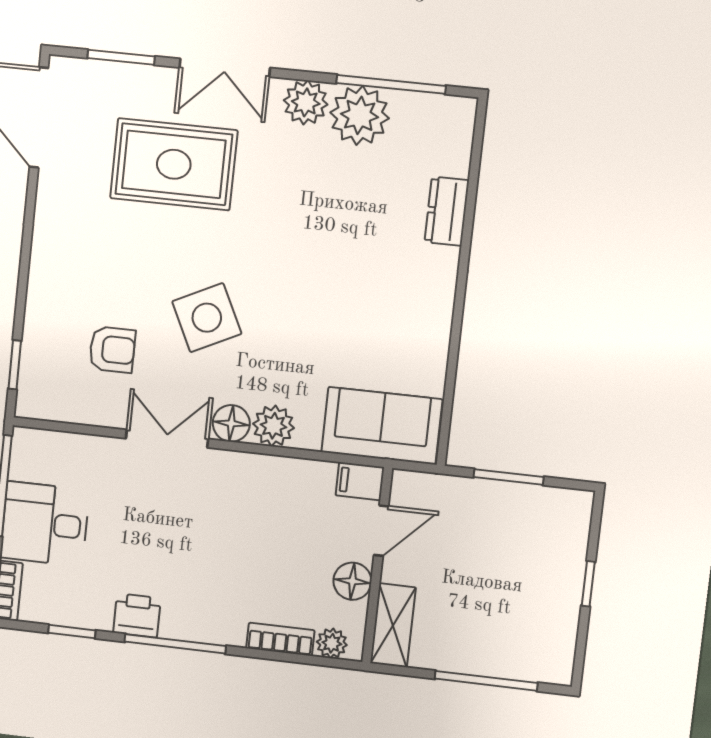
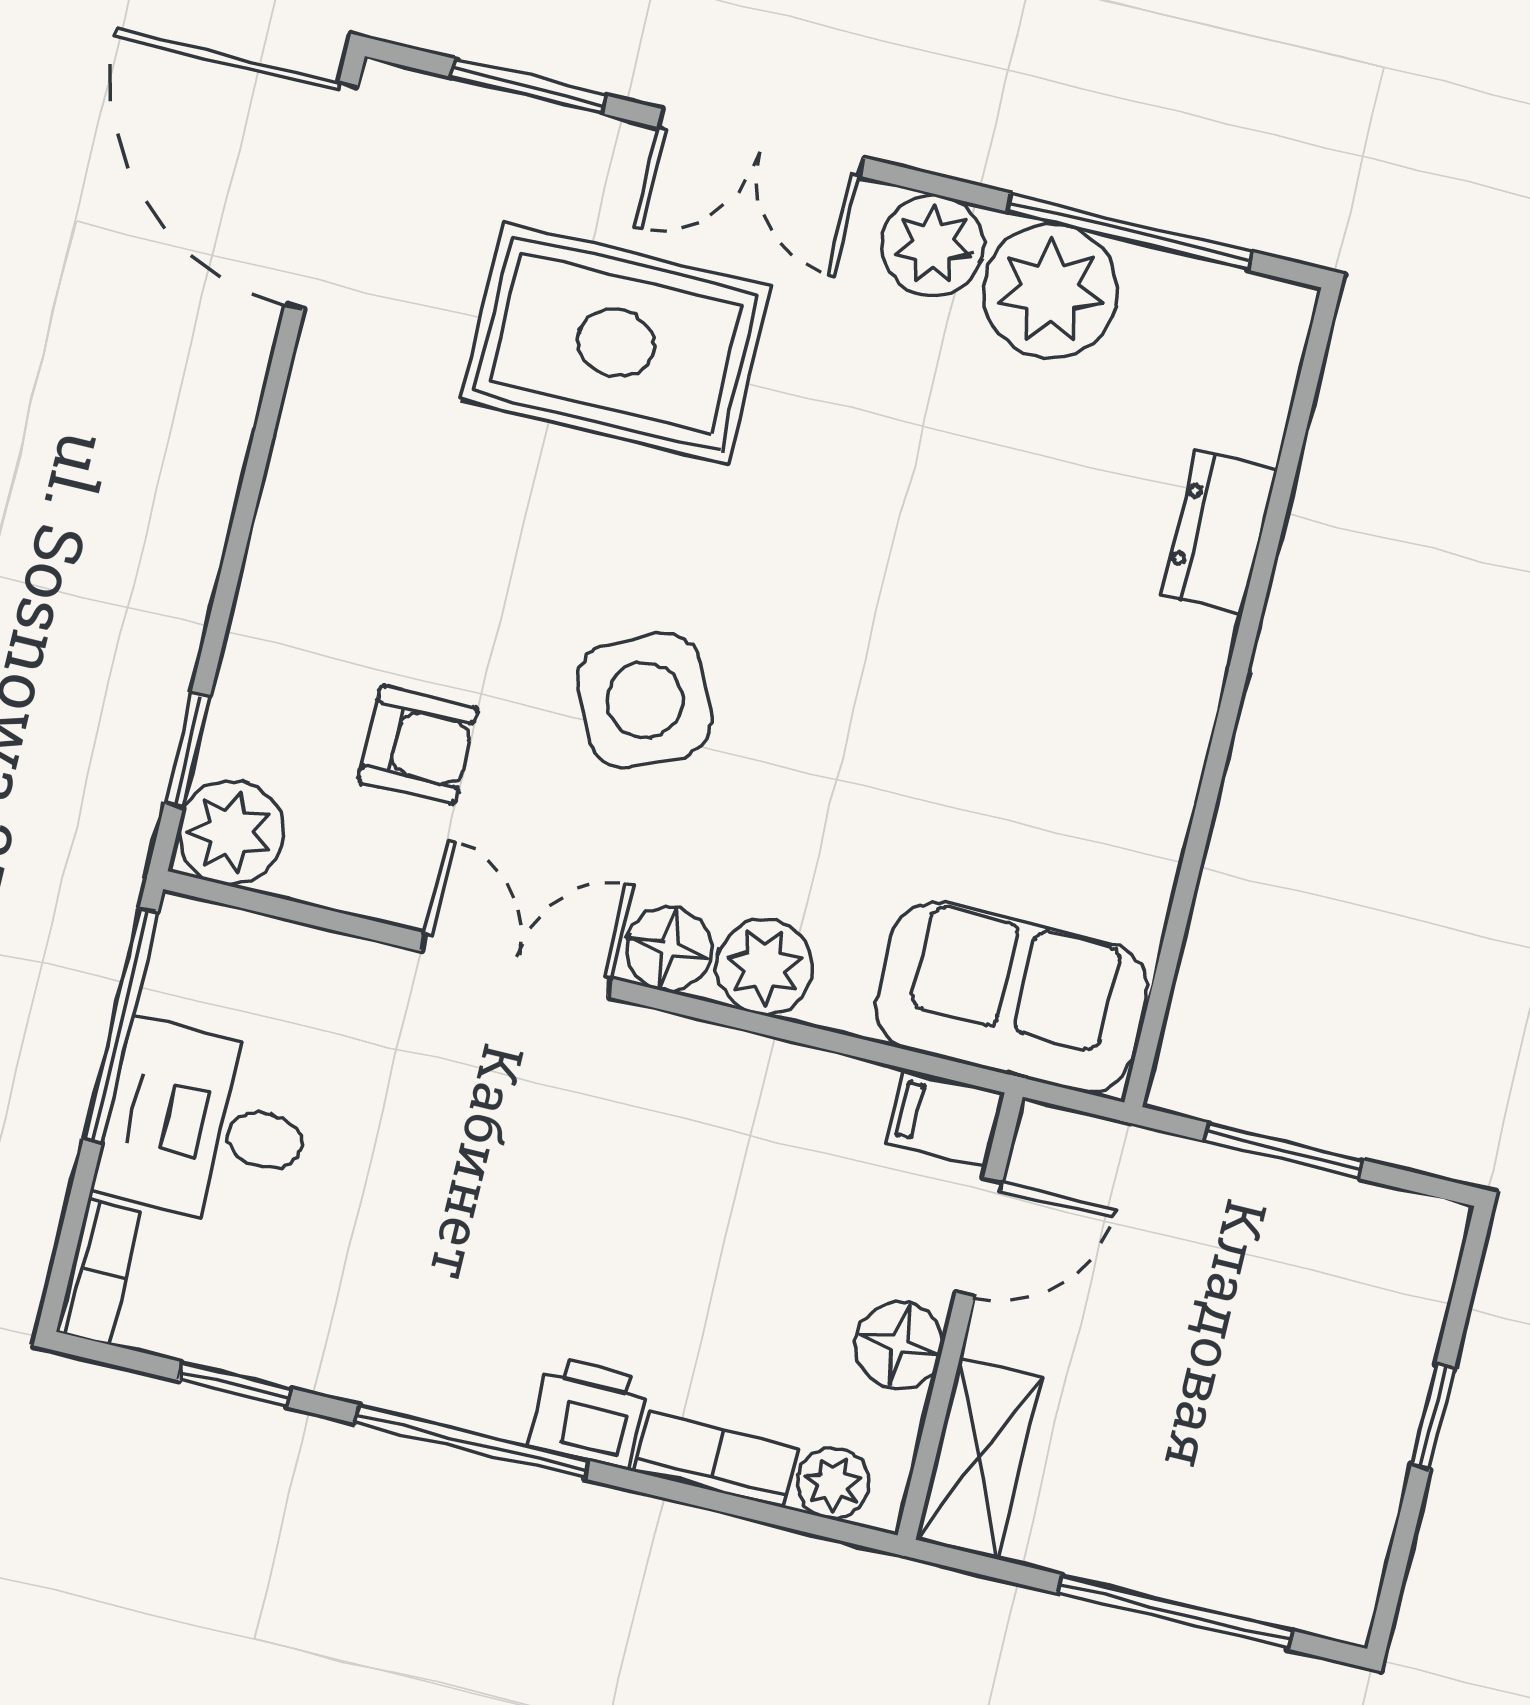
plant: (38, 398) -> (231, 833), added
printer: (137, 615) -> (589, 1413), moved

